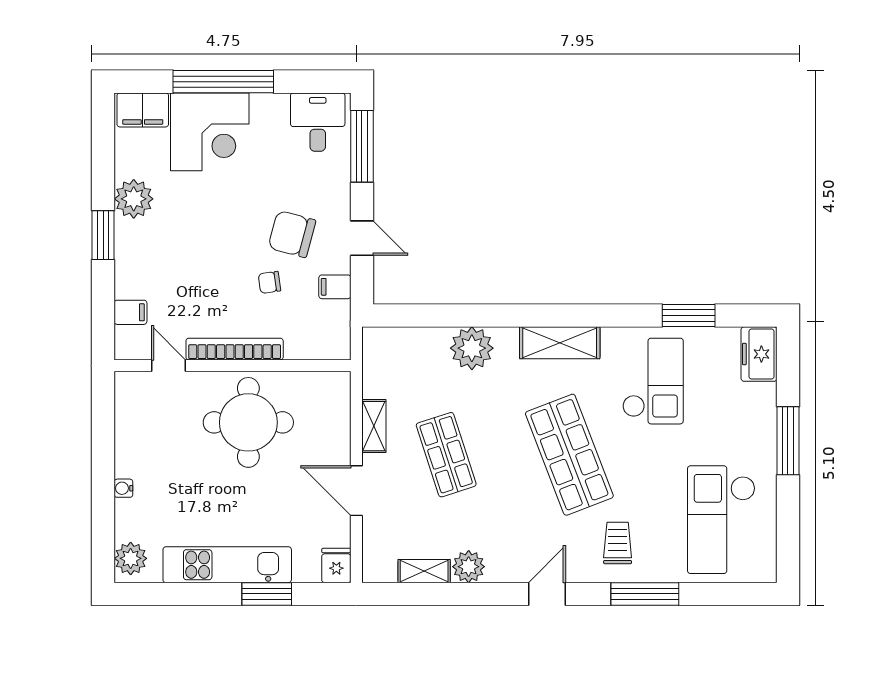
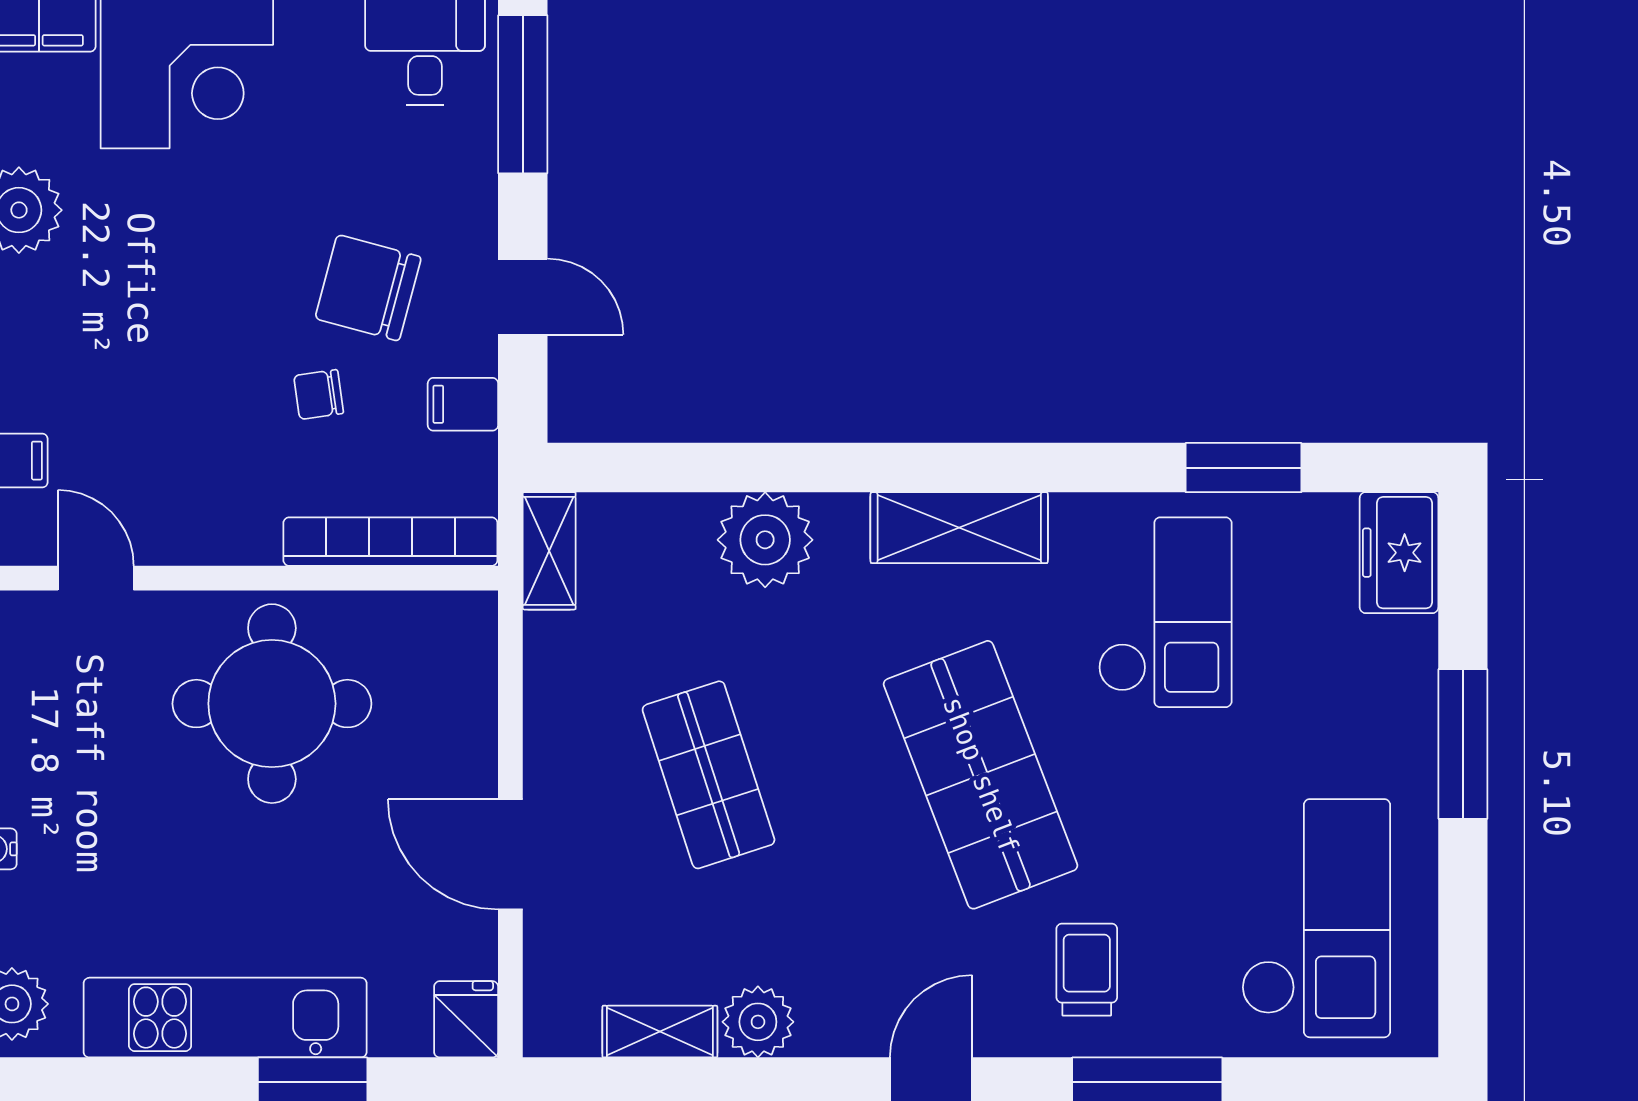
bookcase: (235, 349) -> (390, 542), moved
shelving: (374, 426) -> (549, 551), moved
checkout: (721, 520) -> (1316, 918), turned 180

